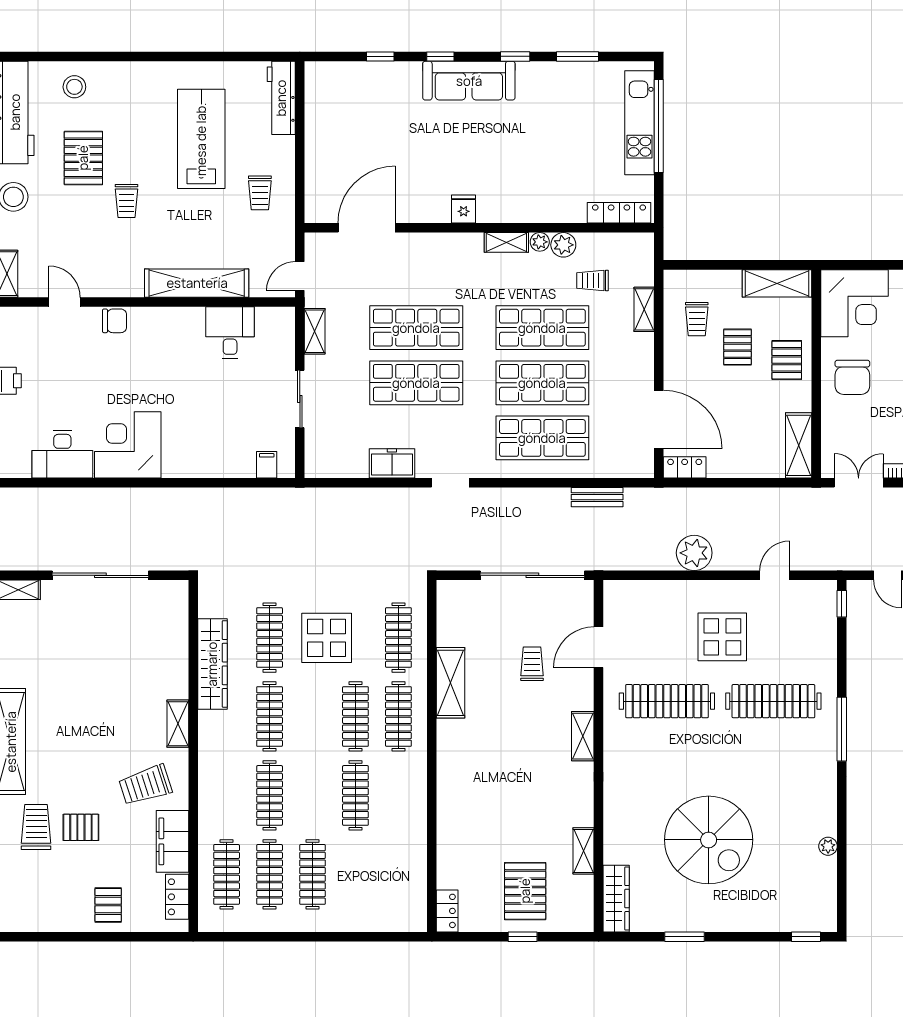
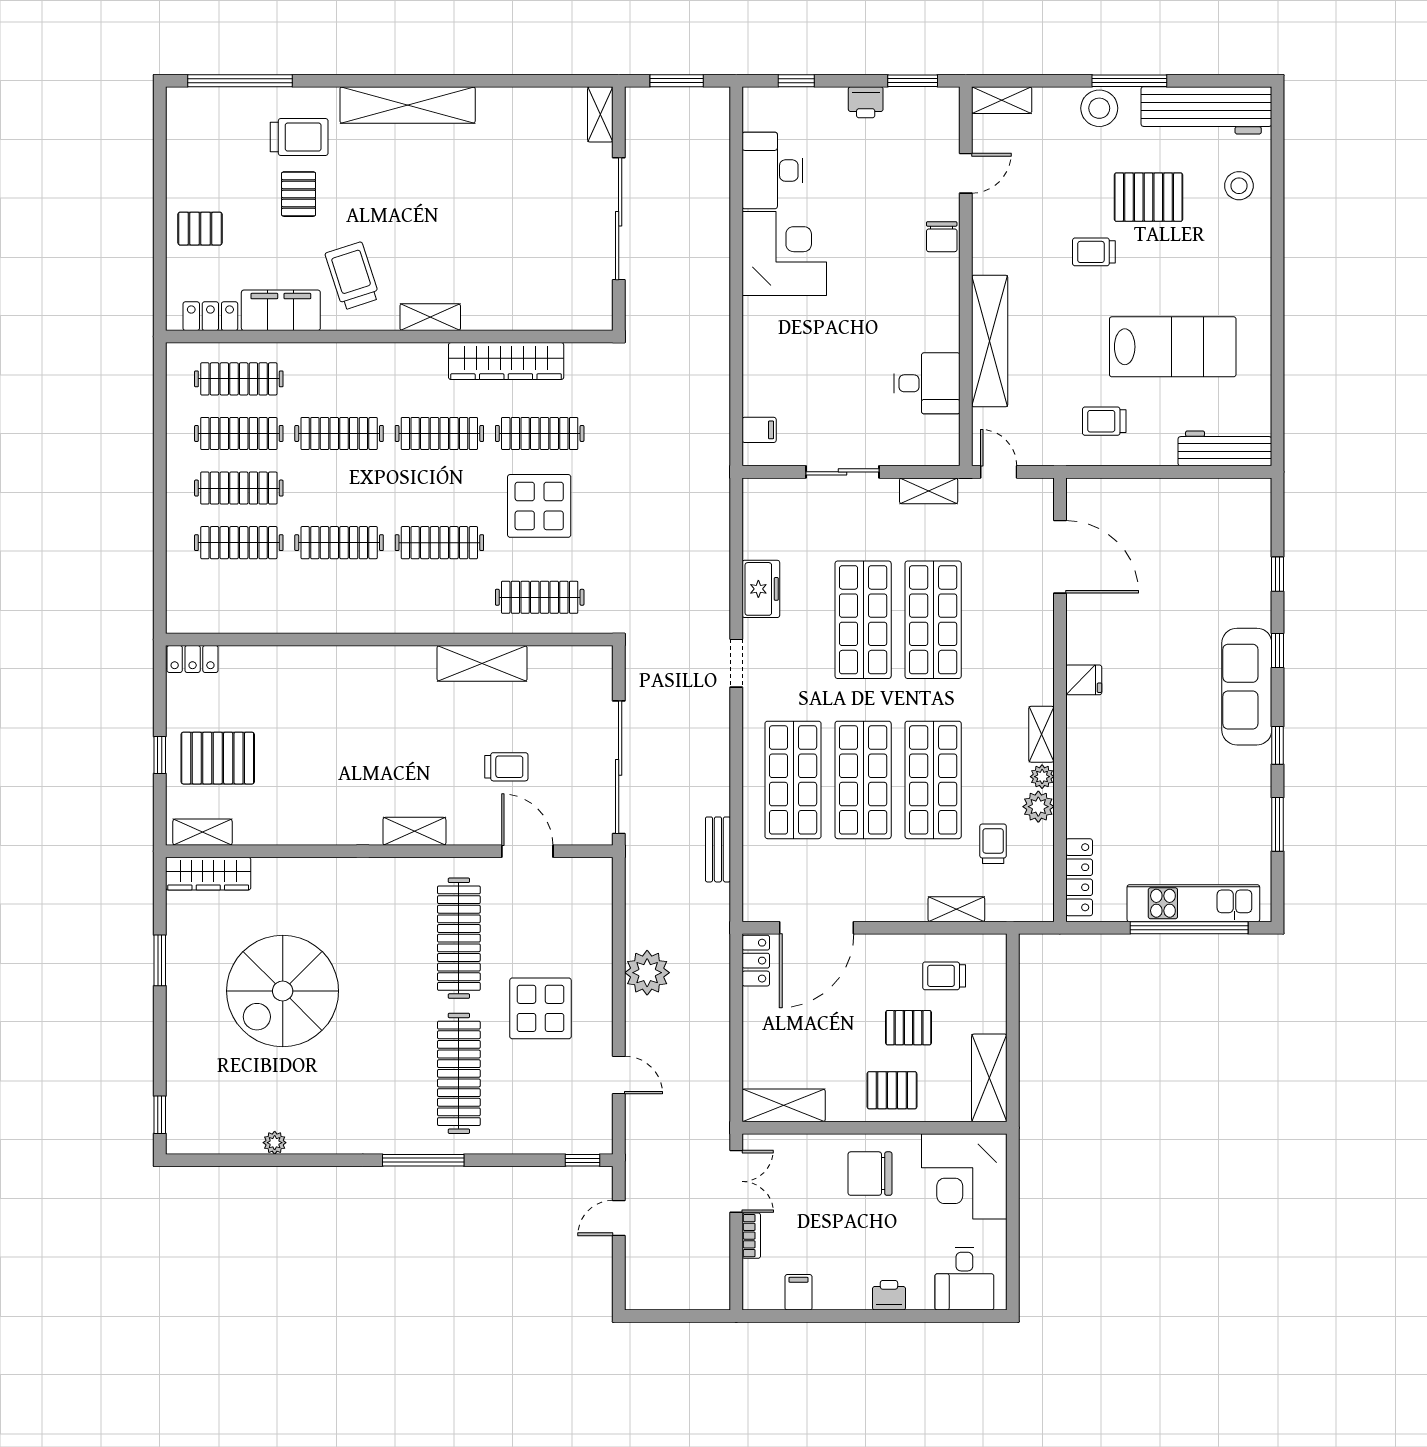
clothes rail: (398, 716) -> (239, 543), moved
shelving: (583, 851) -> (203, 832), moved

